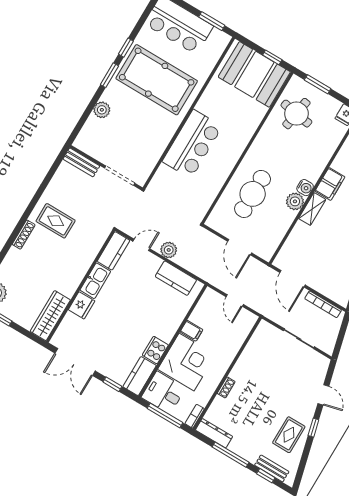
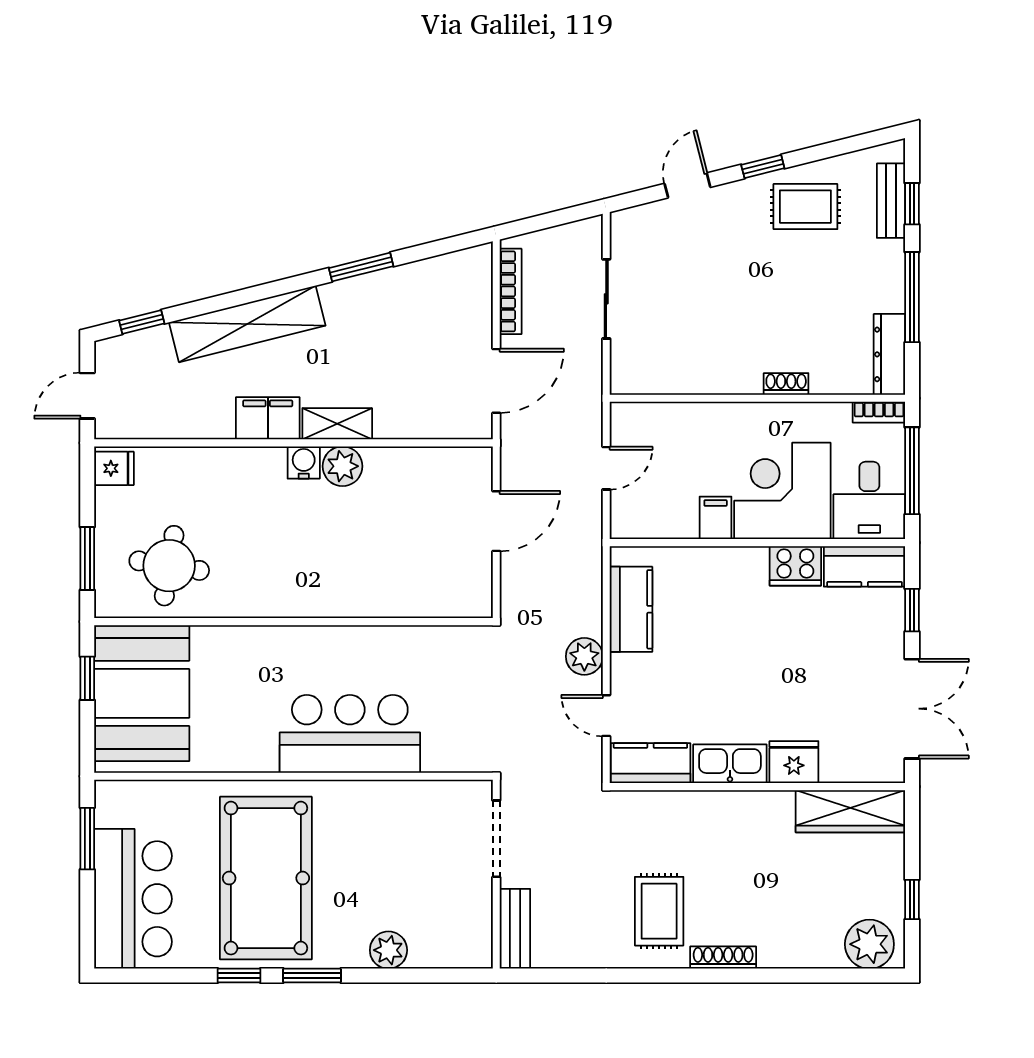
cafe table: (253, 194) -> (377, 558), removed

